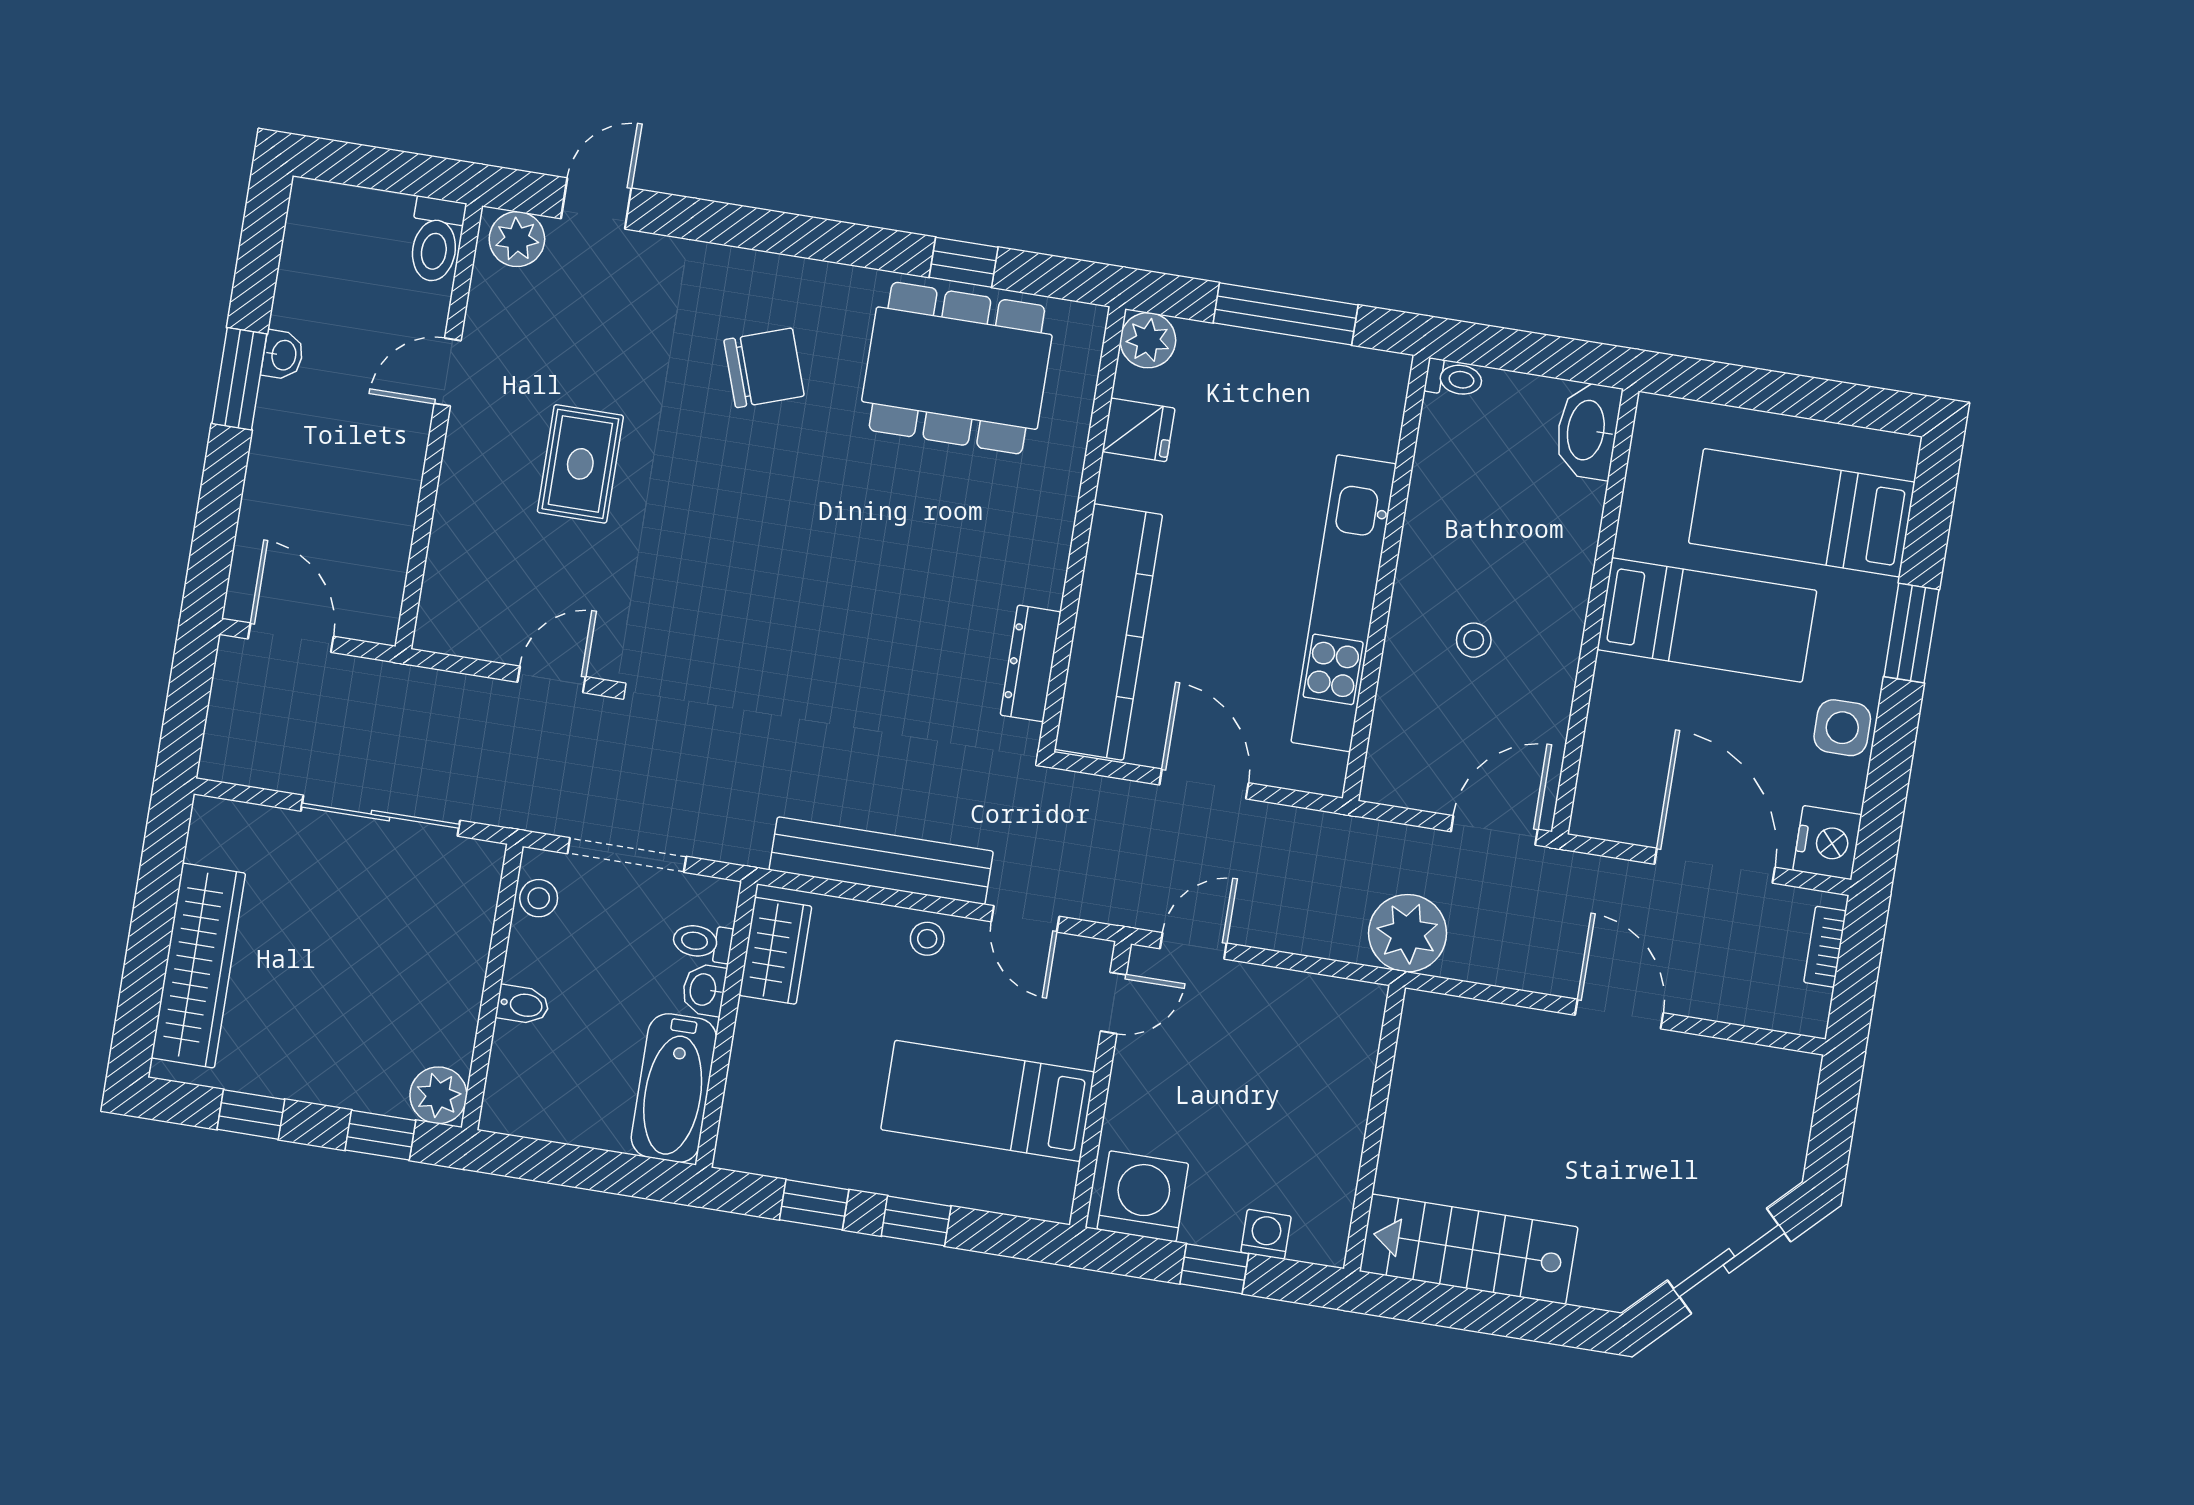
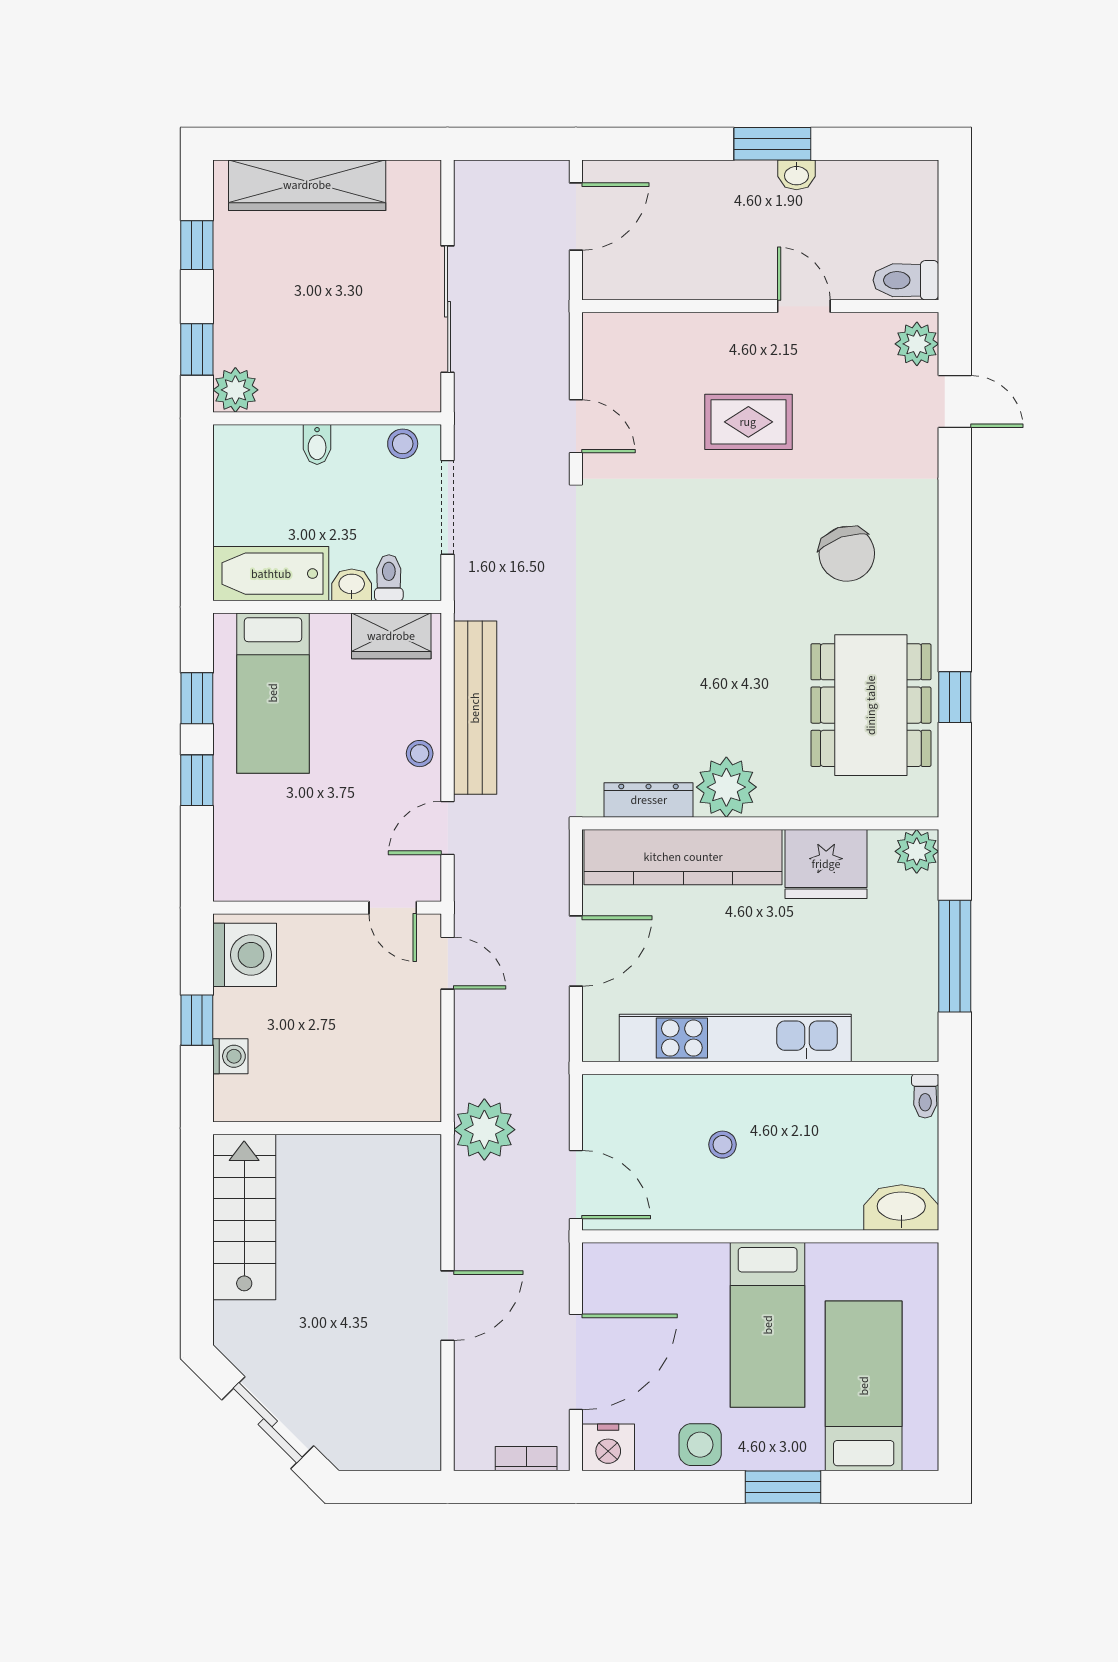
fridge: (1138, 430) -> (826, 864), width x1.88, depth x1.34
plant: (1030, 564) -> (726, 787), added
bed: (988, 1101) -> (273, 693), moved, turned 180

